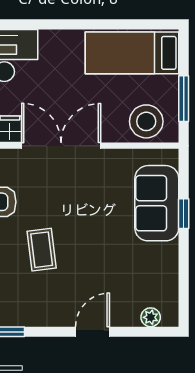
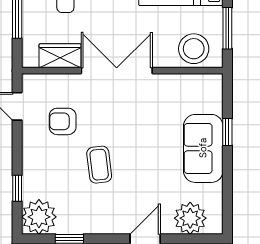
sofa: (157, 203) -> (203, 148), moved
plant: (151, 317) -> (190, 218), width x1.88, depth x1.88

